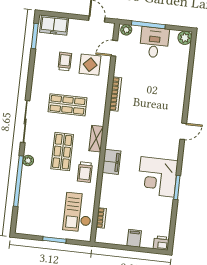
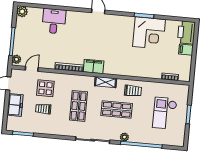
freezer: (54, 25) -> (15, 105), moved
desk: (154, 42) -> (54, 21), moved, turned 90
door: (114, 48) -> (32, 69), swing flipped
filing cabinet: (112, 162) -> (94, 66), moved
corner desk: (157, 177) -> (149, 33), moved
checkout: (78, 212) -> (165, 113), moved, turned 90
printer: (161, 243) -> (186, 32), width x1.87, depth x1.48

